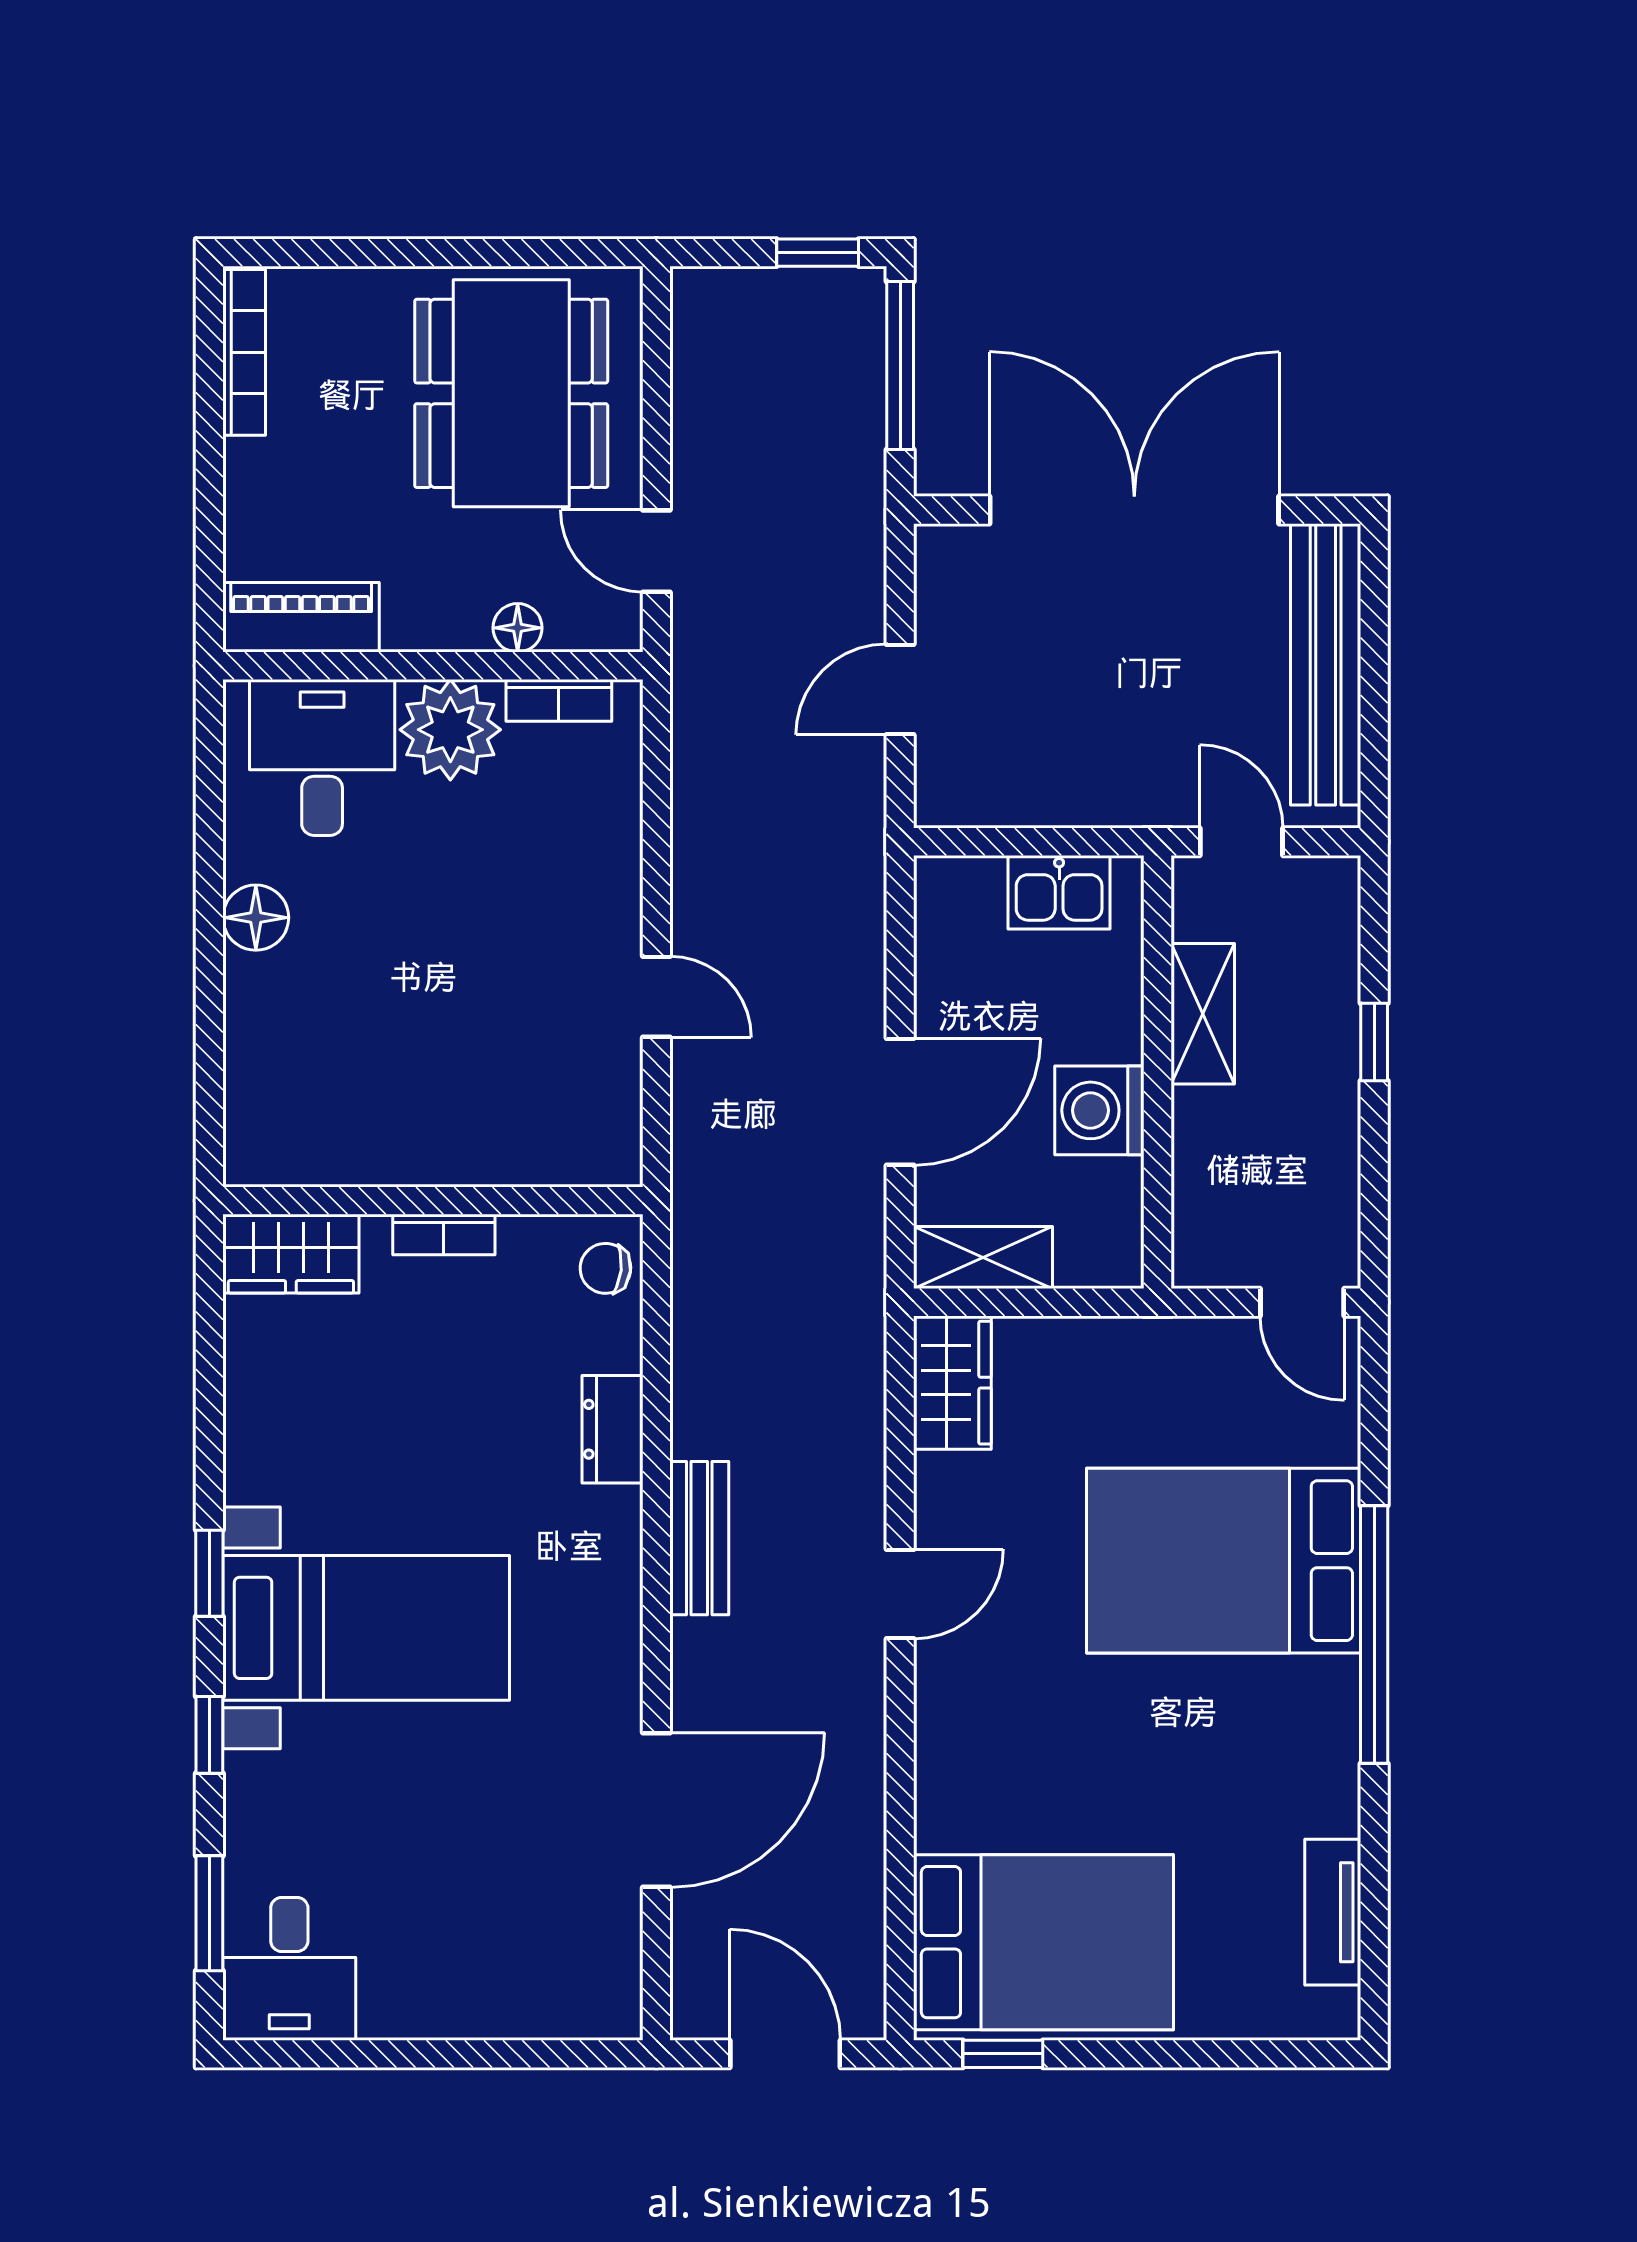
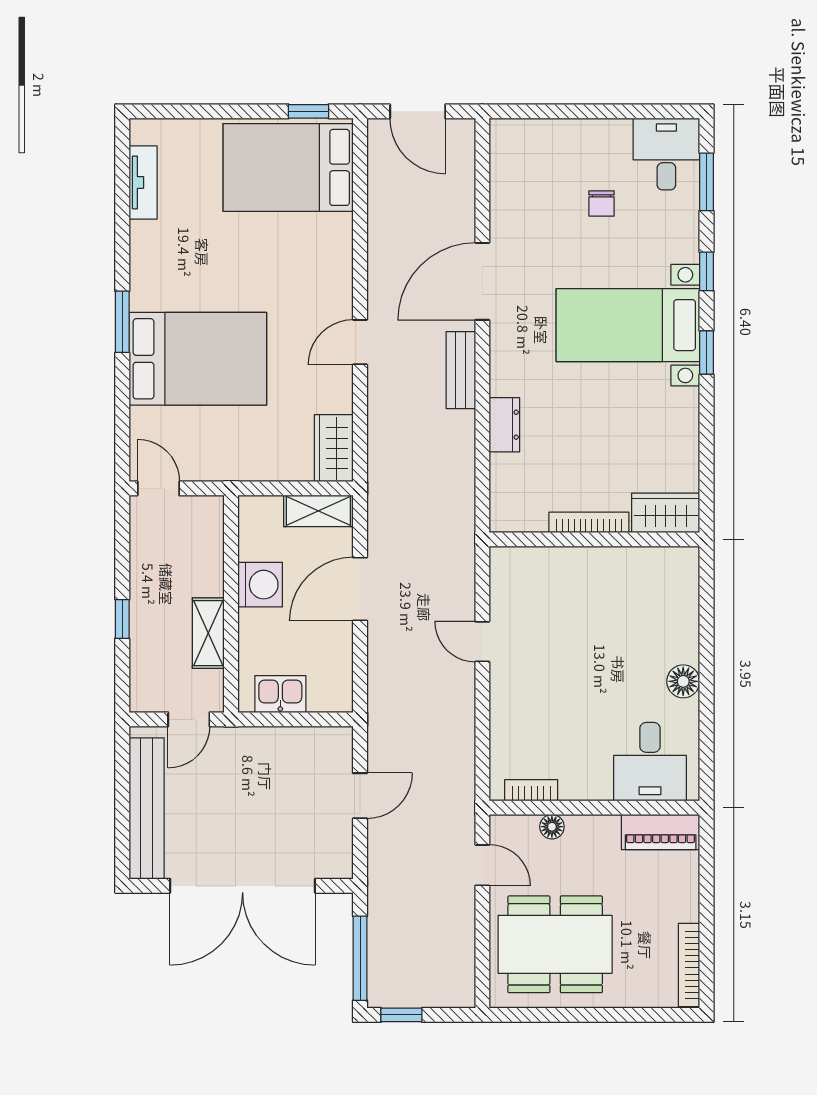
dining table: (511, 393) -> (555, 944), turned 90
plant: (450, 730) -> (586, 776), removed
door: (1241, 842) -> (189, 719), hinge flipped
bookcase: (444, 1235) -> (589, 522), width x1.56
chair: (605, 1268) -> (602, 203), moved, turned 84
window: (1374, 1634) -> (122, 322), width x0.47
door: (656, 1810) -> (482, 281), moved

